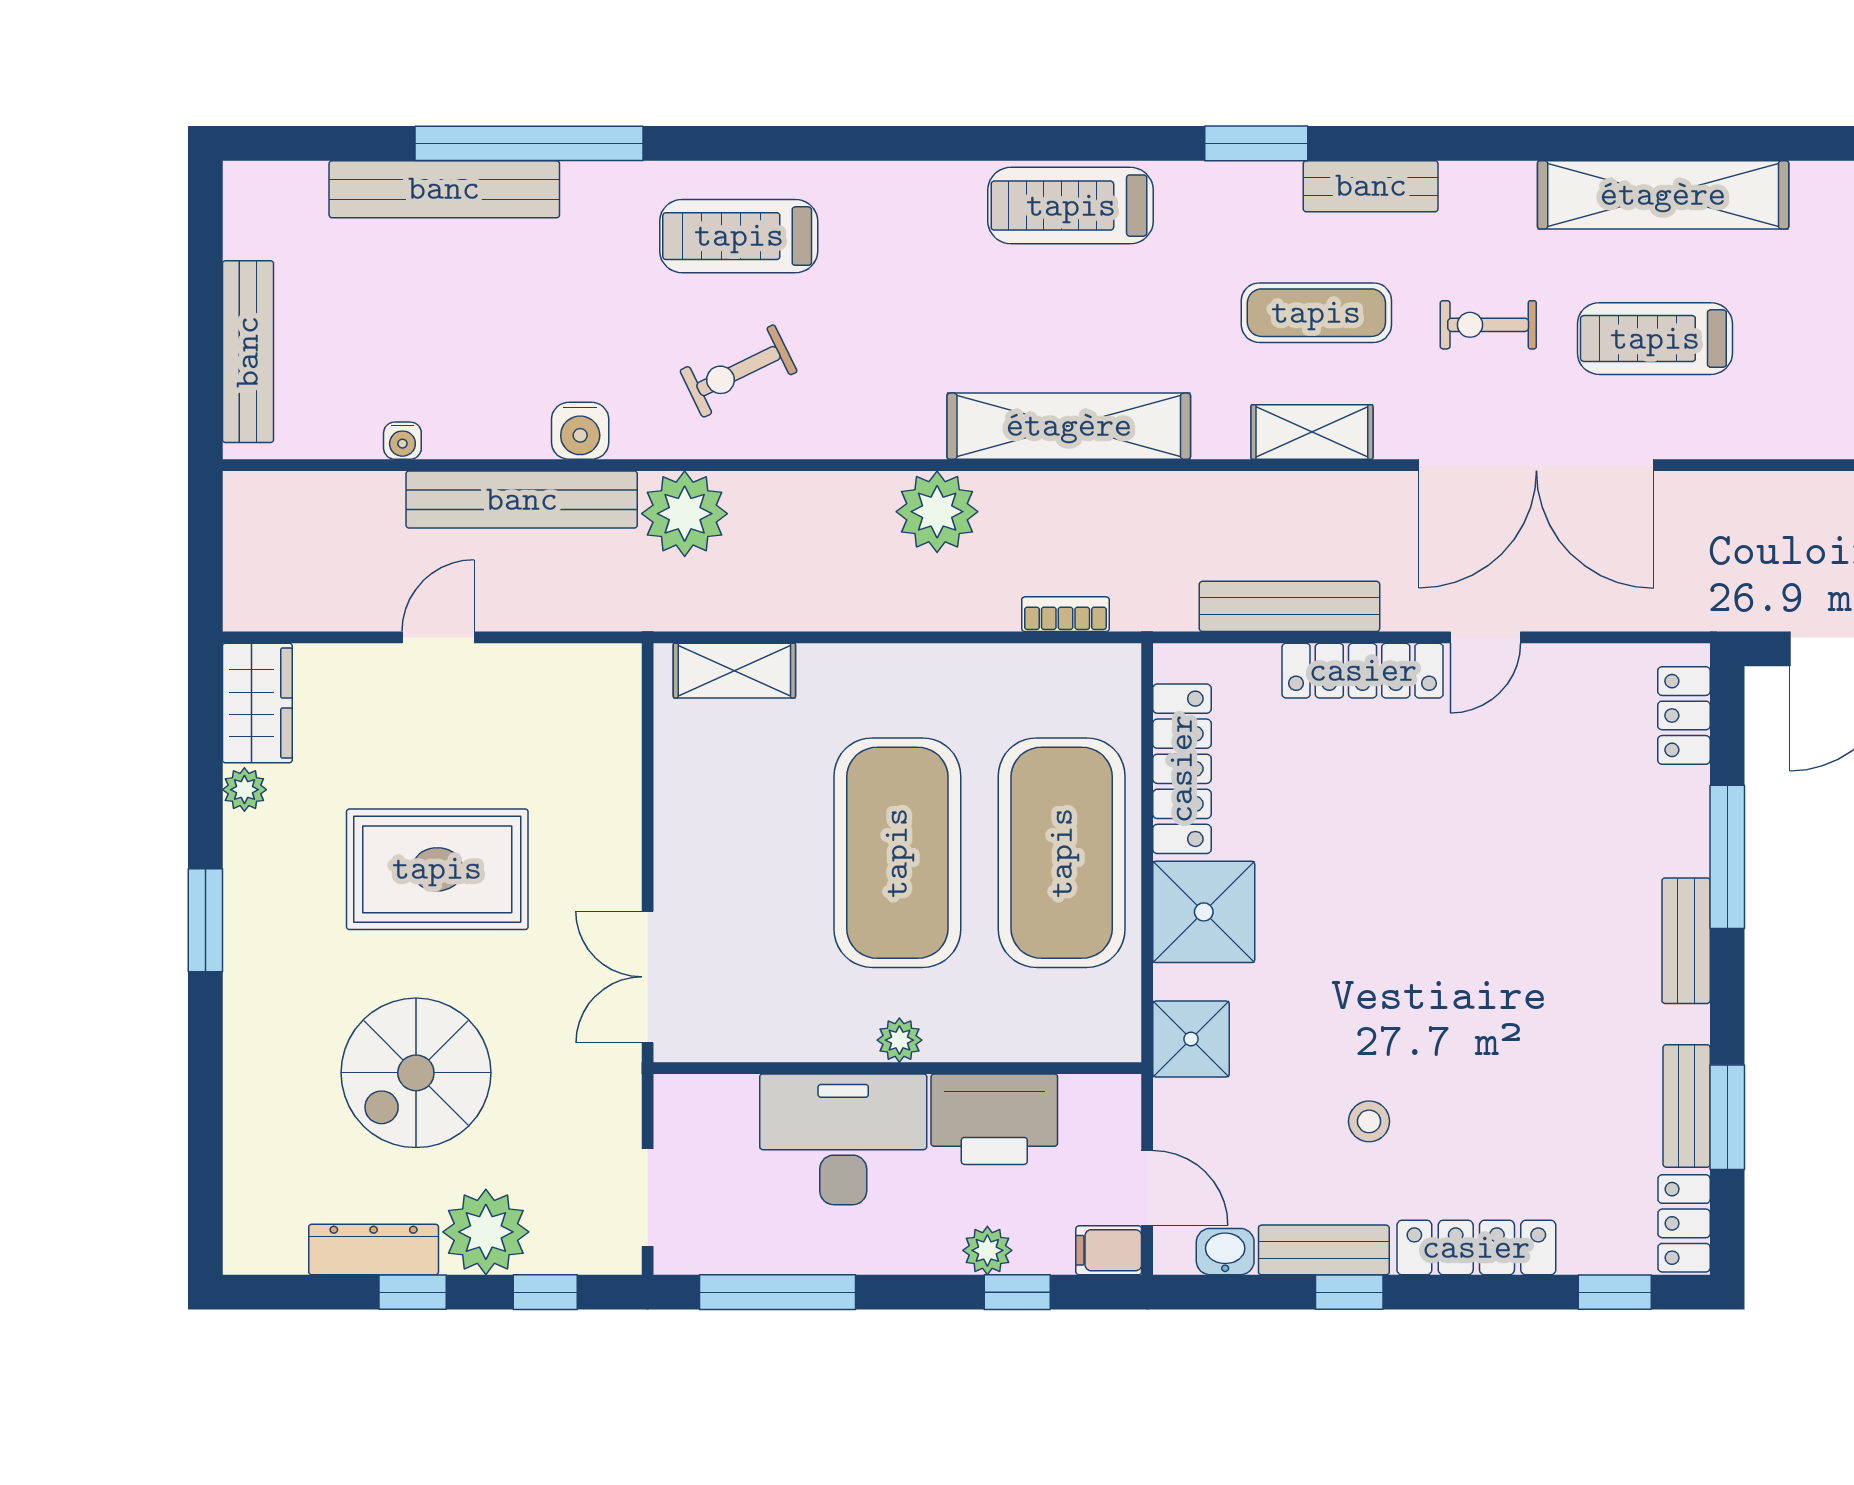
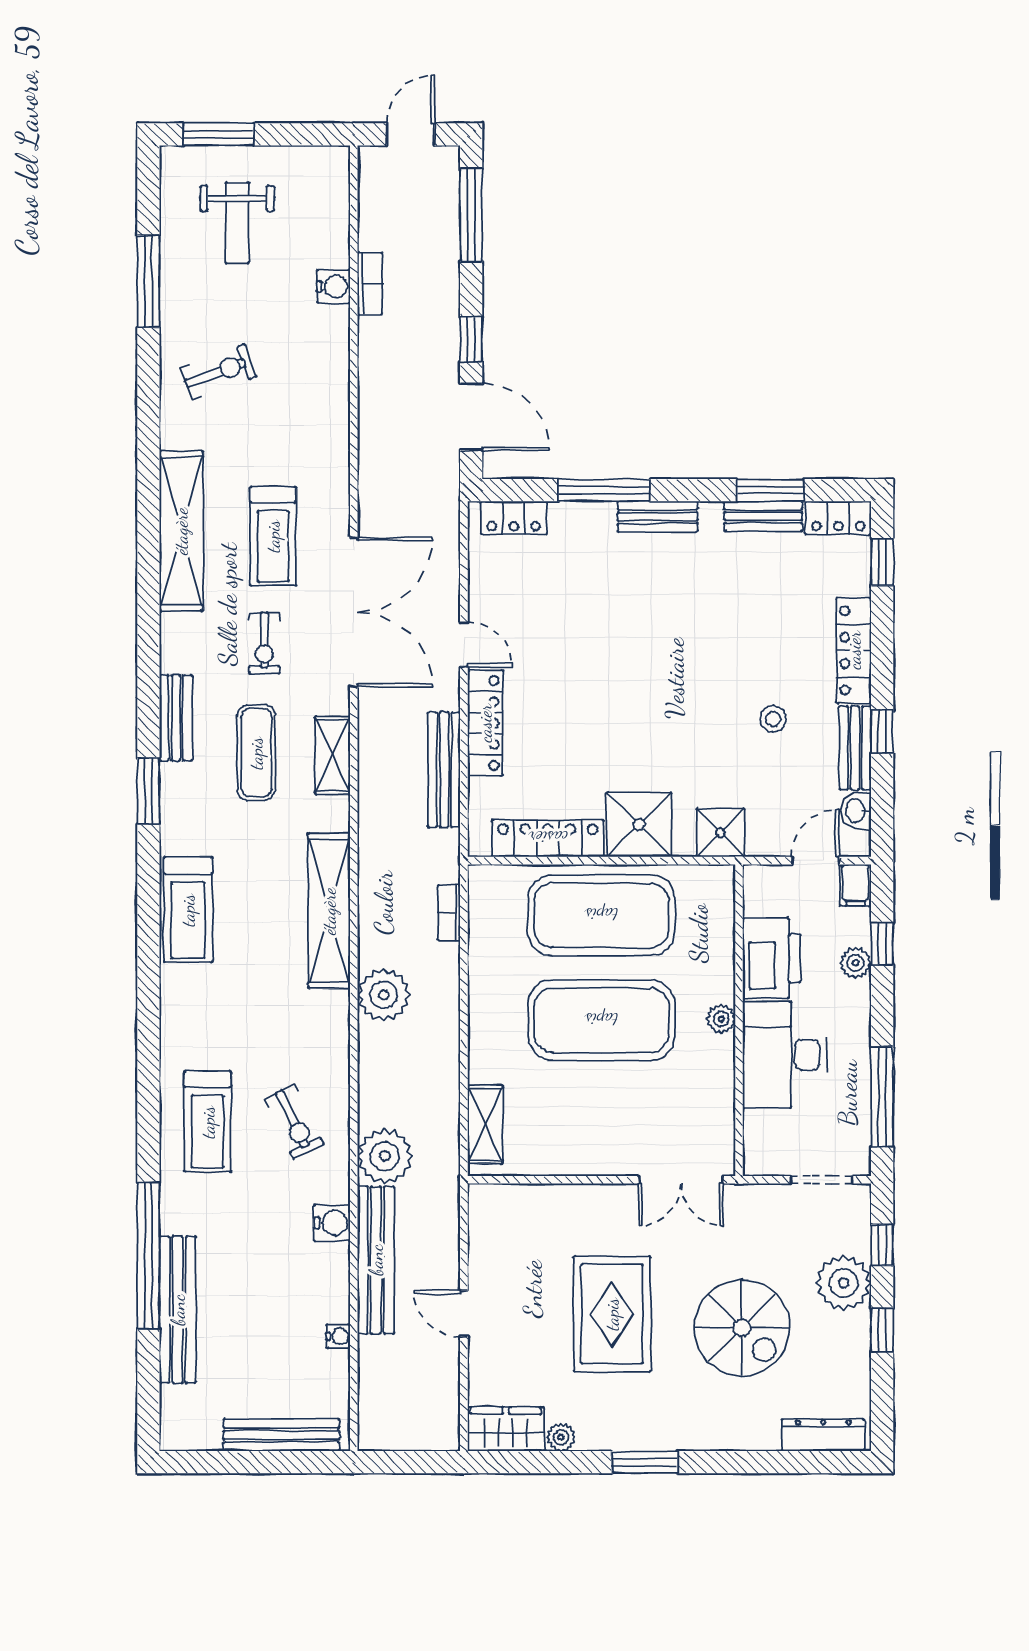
dresser: (374, 1249) -> (823, 1435), moved, turned 90

